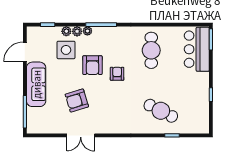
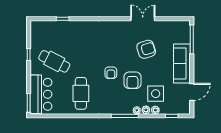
armchair: (92, 65) -> (132, 80), turned 180
cafe table: (161, 111) -> (54, 61), moved

